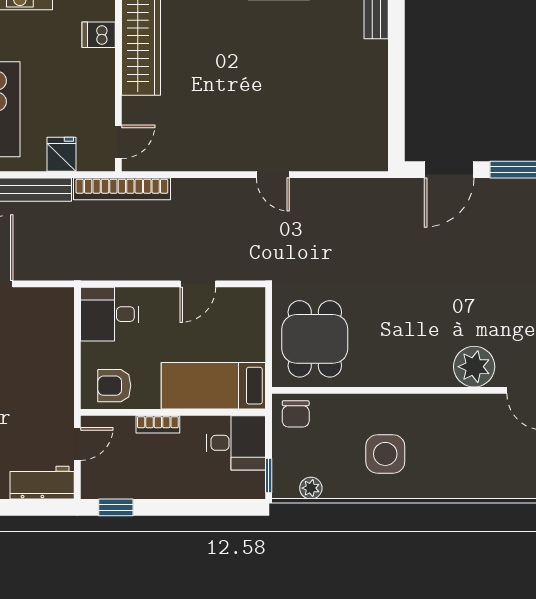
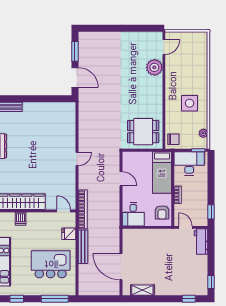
door: (273, 175) -> (77, 159), moved
desk: (236, 443) -> (189, 163), width x1.37

